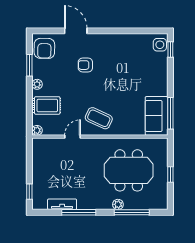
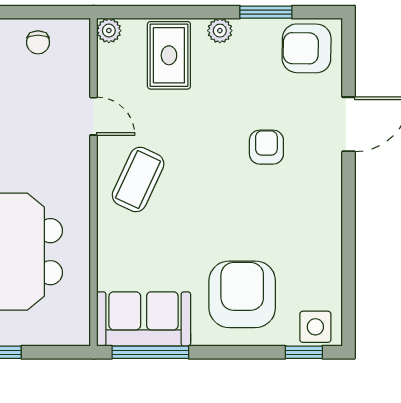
armchair: (146, 75) -> (242, 294), added
chair: (42, 160) -> (38, 42), added

